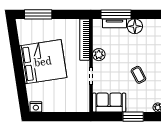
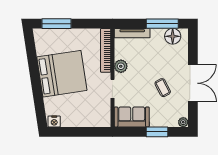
window: (116, 14) -> (162, 24), moved
tv unit: (114, 23) -> (132, 33), width x1.41
floor lamp: (135, 26) -> (173, 36), moved

